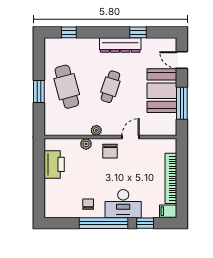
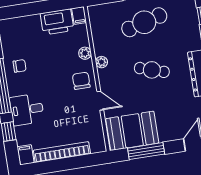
booth: (162, 91) -> (132, 131), moved
filing cabinet: (52, 144) -> (79, 16), added
chair: (110, 151) -> (81, 81), turned 90
desk: (123, 204) -> (27, 110), width x0.73

